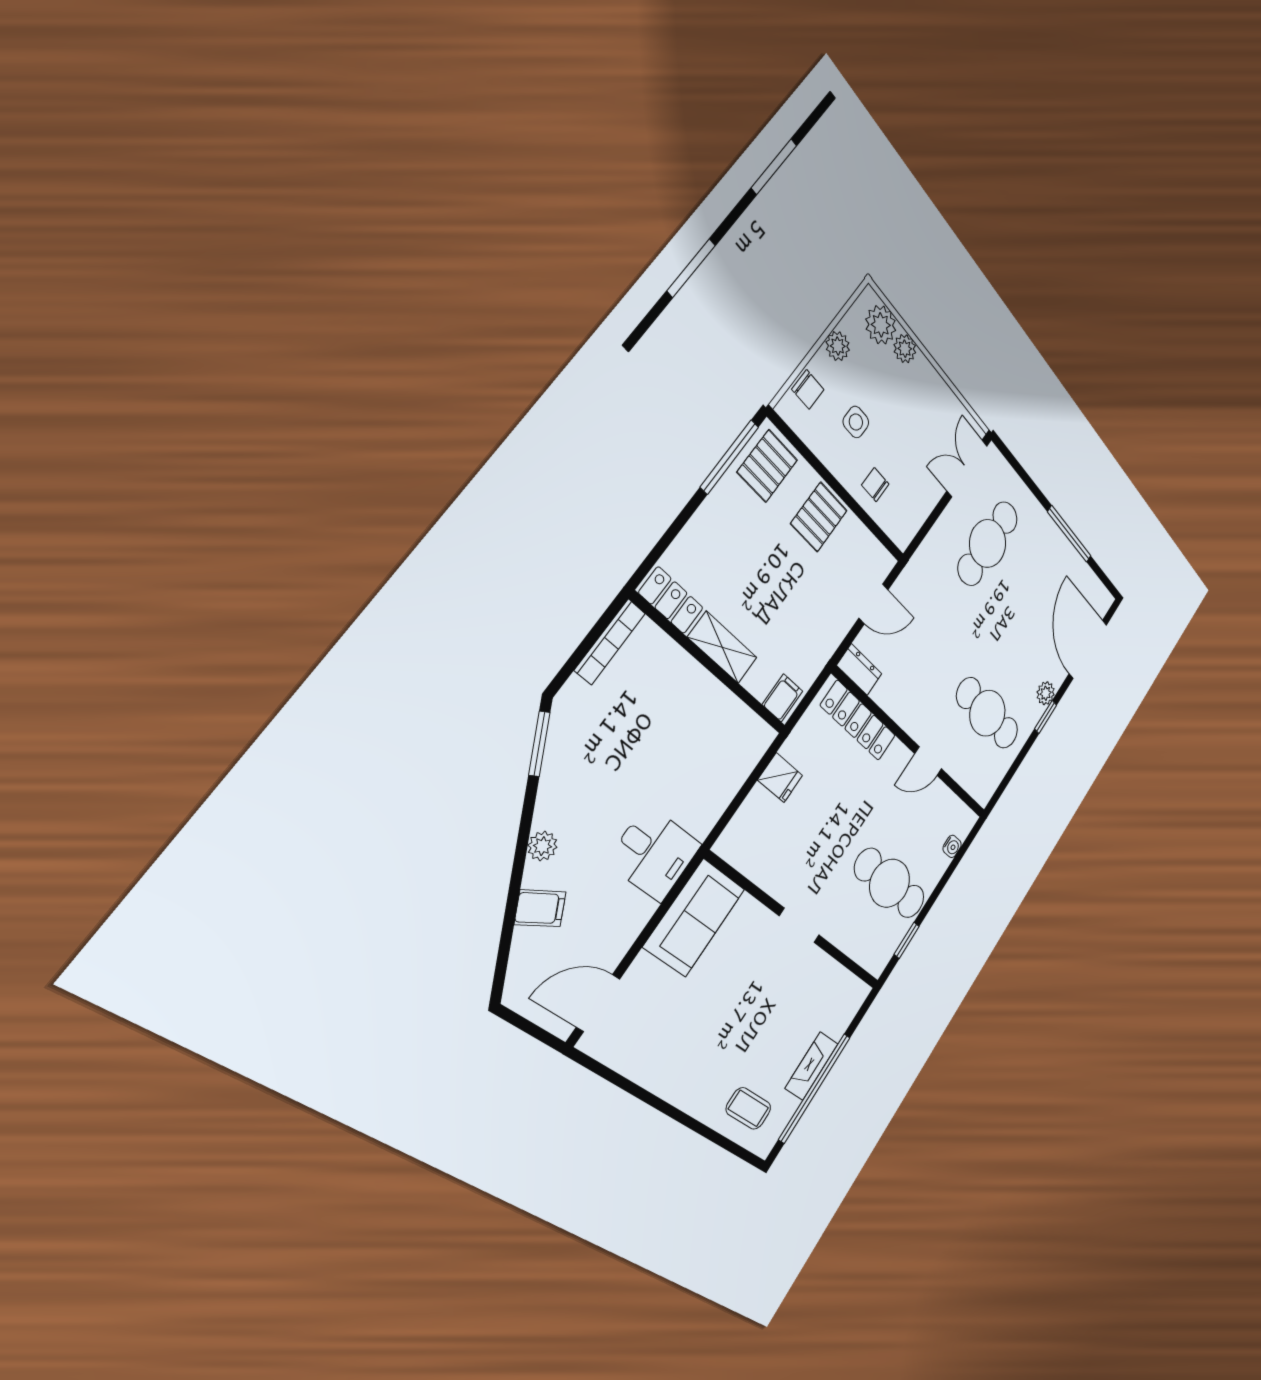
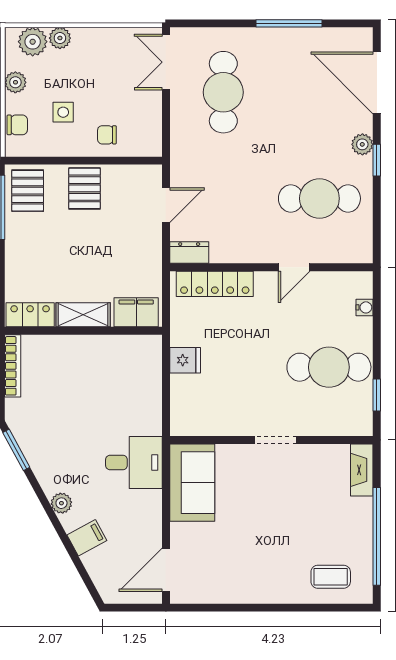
filing cabinet: (782, 698) -> (136, 312), width x2.00
fireplace: (812, 1066) -> (362, 470), moved

